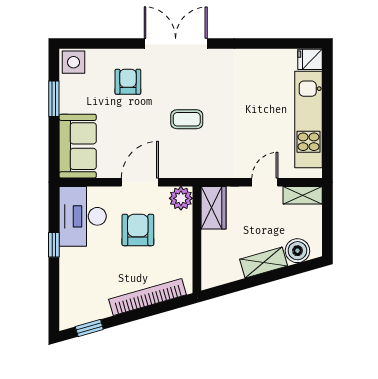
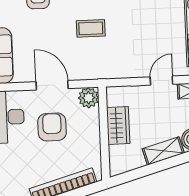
door: (140, 182) -> (52, 85), hinge flipped
wardrobe: (213, 208) -> (118, 125), moved

